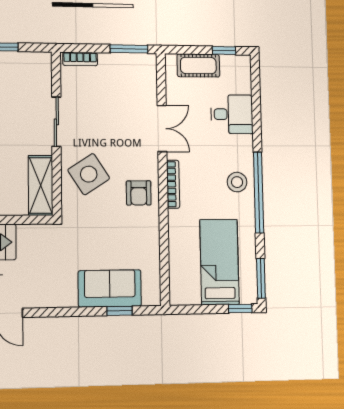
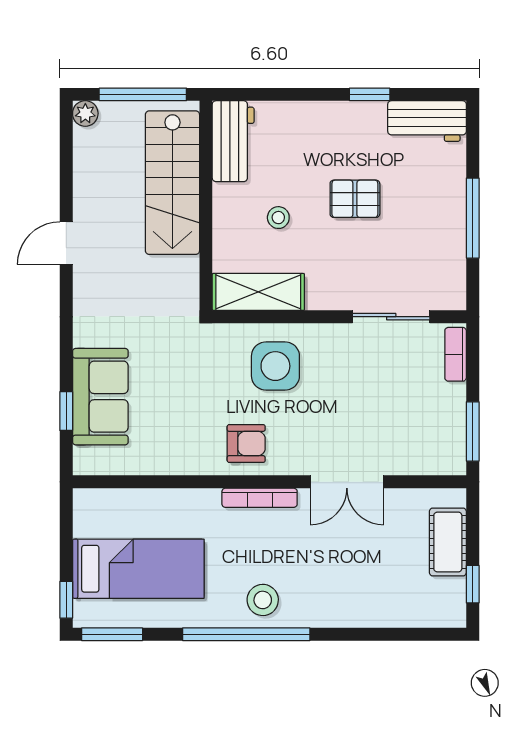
desk: (232, 114) -> (370, 594), removed
sliding door: (56, 122) -> (391, 317), moved
side table: (89, 174) -> (275, 366), turned 33
armchair: (139, 193) -> (246, 444), turned 180

